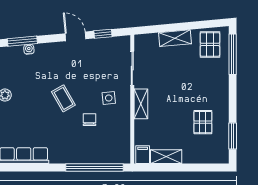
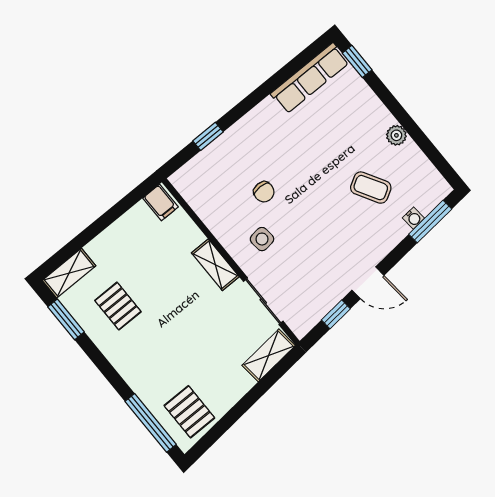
shelving: (175, 38) -> (269, 355), moved
coffee table: (63, 98) -> (371, 188), moved
shelving: (166, 157) -> (69, 273), moved
window: (95, 168) -> (208, 136), width x0.32

